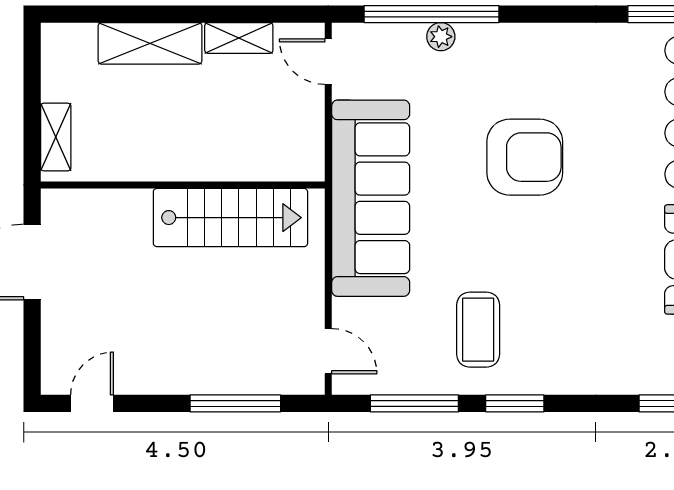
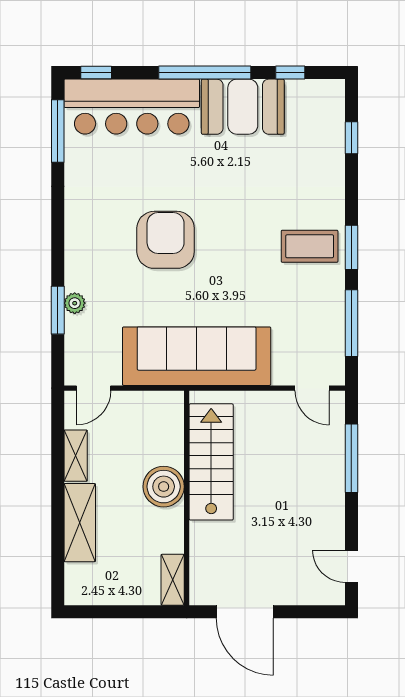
window: (432, 14) -> (58, 310), width x0.47
shelving: (56, 137) -> (173, 580), moved, turned 90
boiler: (198, 155) -> (164, 487), added
coffee table: (478, 330) -> (310, 246), moved
door: (328, 351) -> (312, 388), swing flipped

